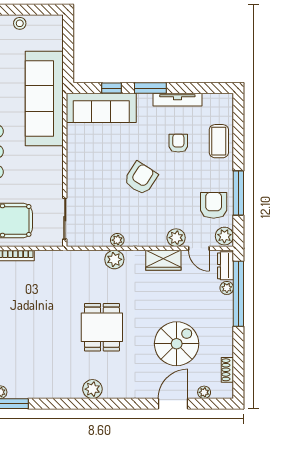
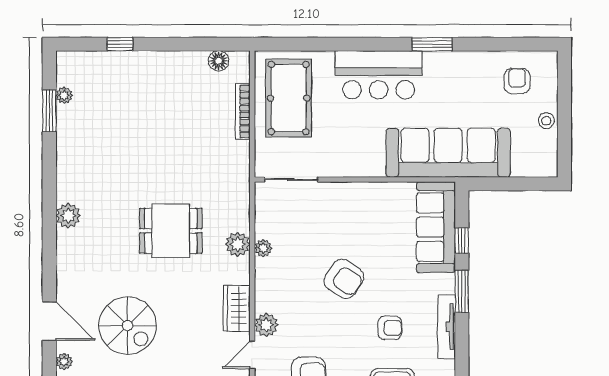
dining table: (102, 327) -> (171, 231), moved

